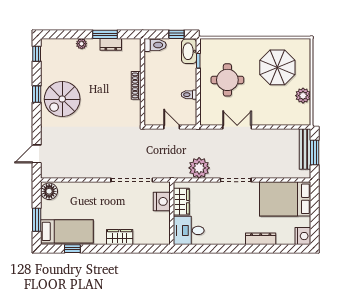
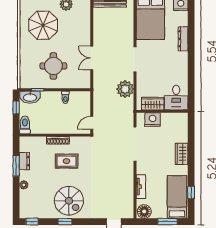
rug: (111, 96) -> (67, 161), added
door: (172, 127) -> (92, 123), moved
tv unit: (80, 187) -> (141, 187), added

